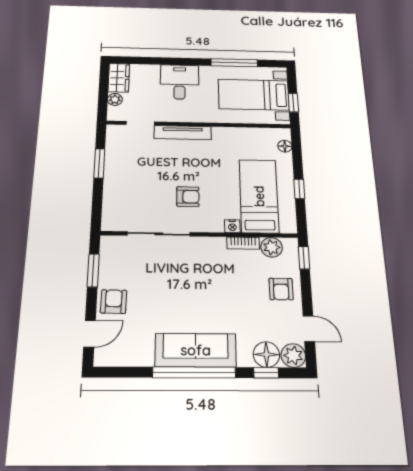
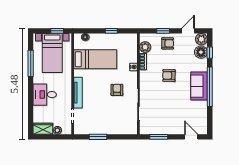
bed: (259, 196) -> (95, 59), moved, turned 180
window: (304, 258) -> (163, 31), moved
armchair: (114, 302) -> (169, 75), moved
sofa: (196, 350) -> (199, 86), width x0.73

